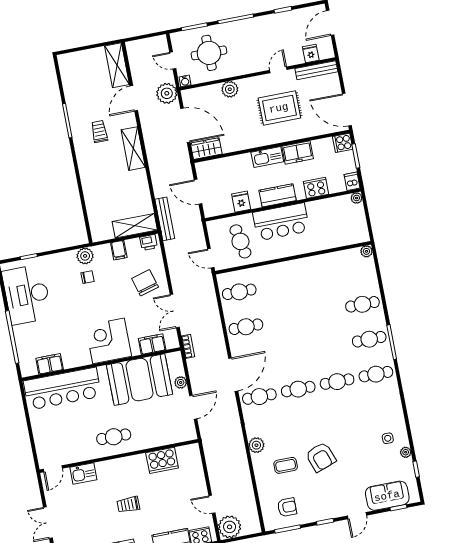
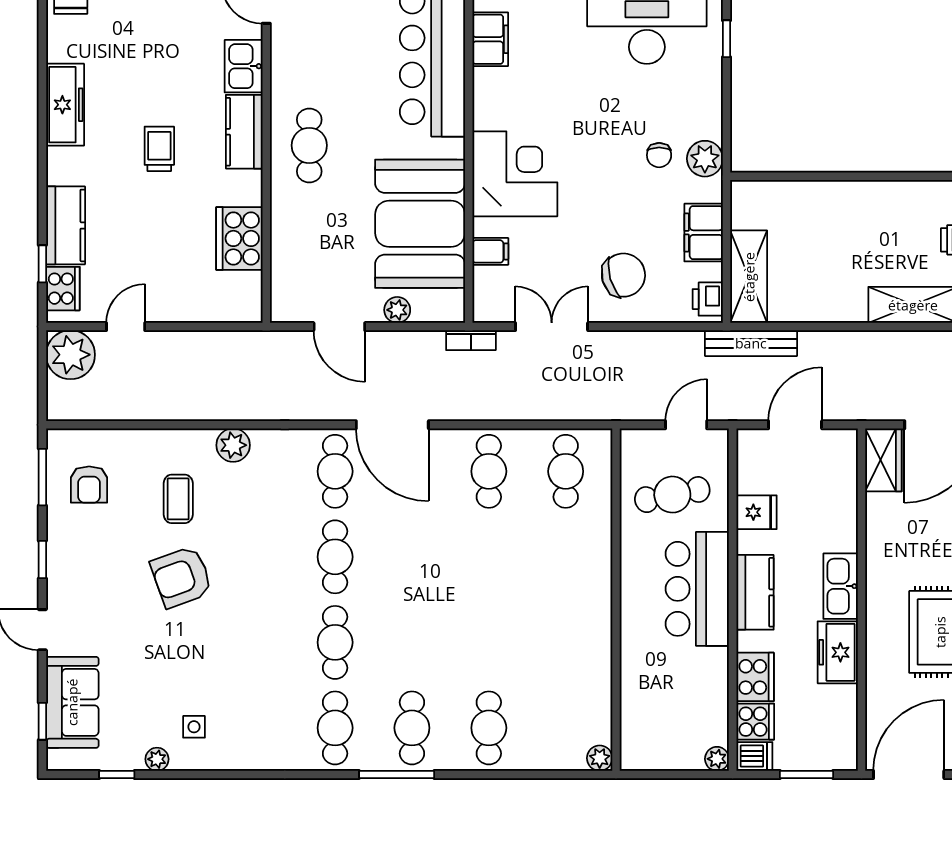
cooker: (343, 143) -> (755, 722), moved, turned 90
filing cabinet: (119, 250) -> (704, 233), width x2.00
door: (211, 258) -> (686, 425), moved
filing cabinet: (152, 344) -> (490, 251), width x0.50
kitchen counter: (113, 468) -> (244, 132), added

